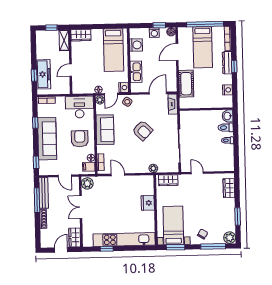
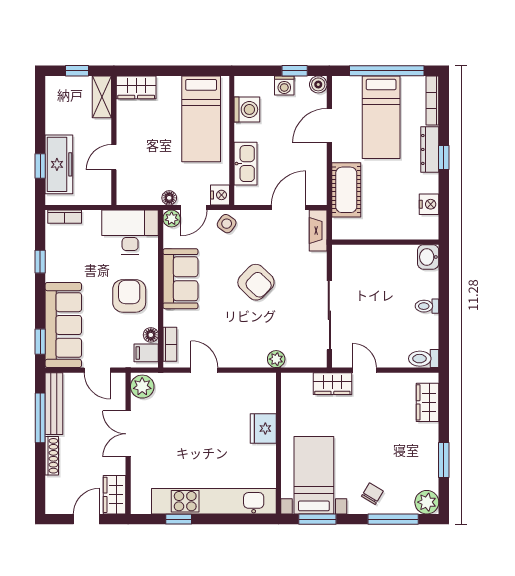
toilet: (226, 128) -> (424, 359), moved
sofa: (47, 139) -> (63, 325), moved
wardrobe: (168, 180) -> (332, 384), moved

